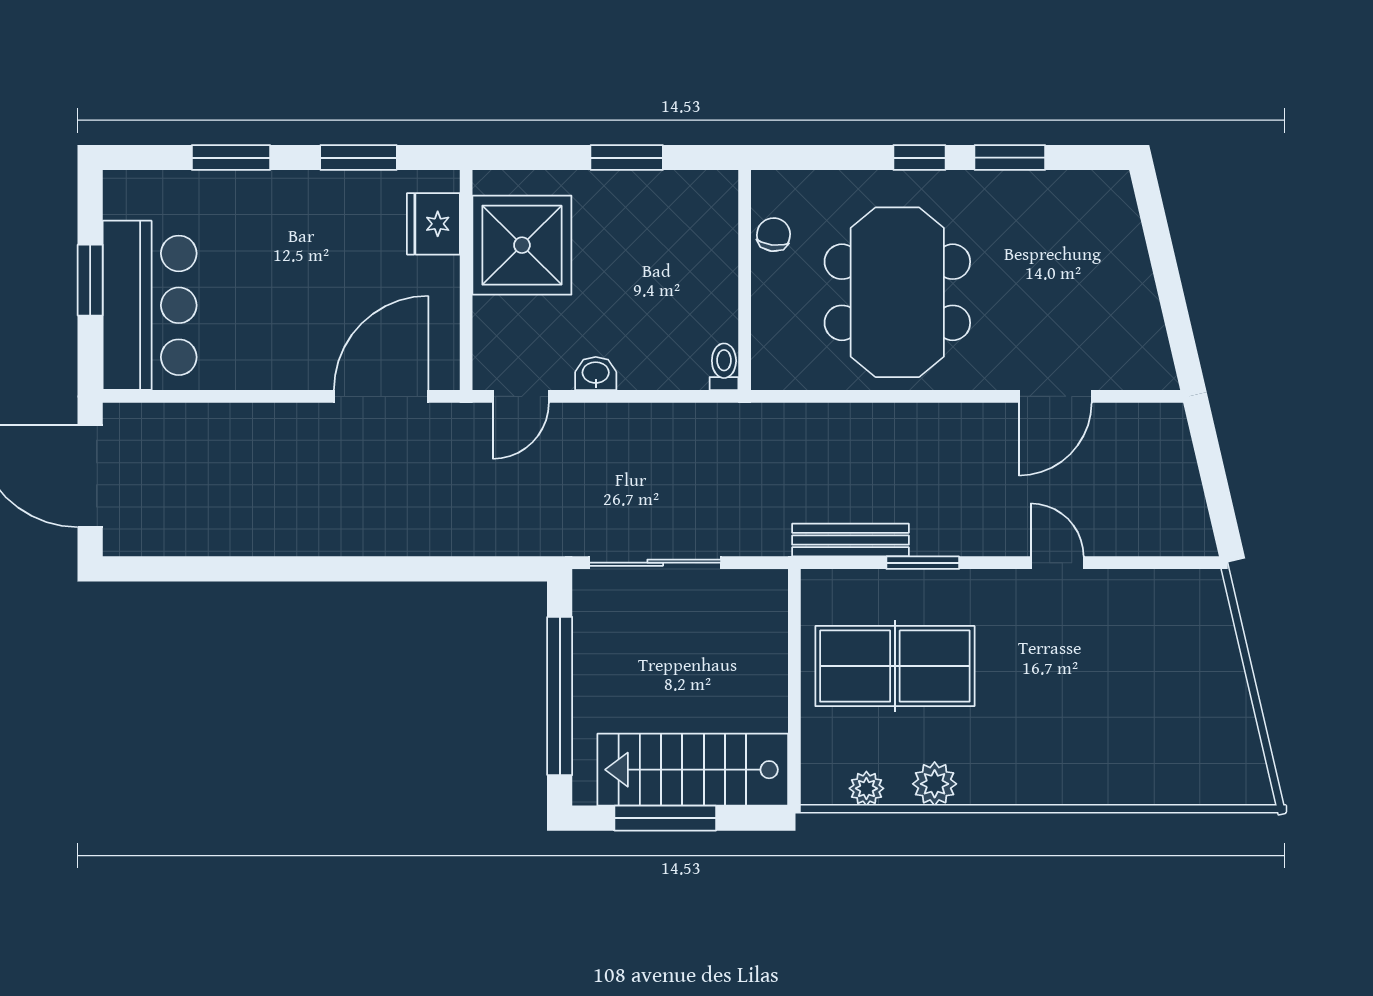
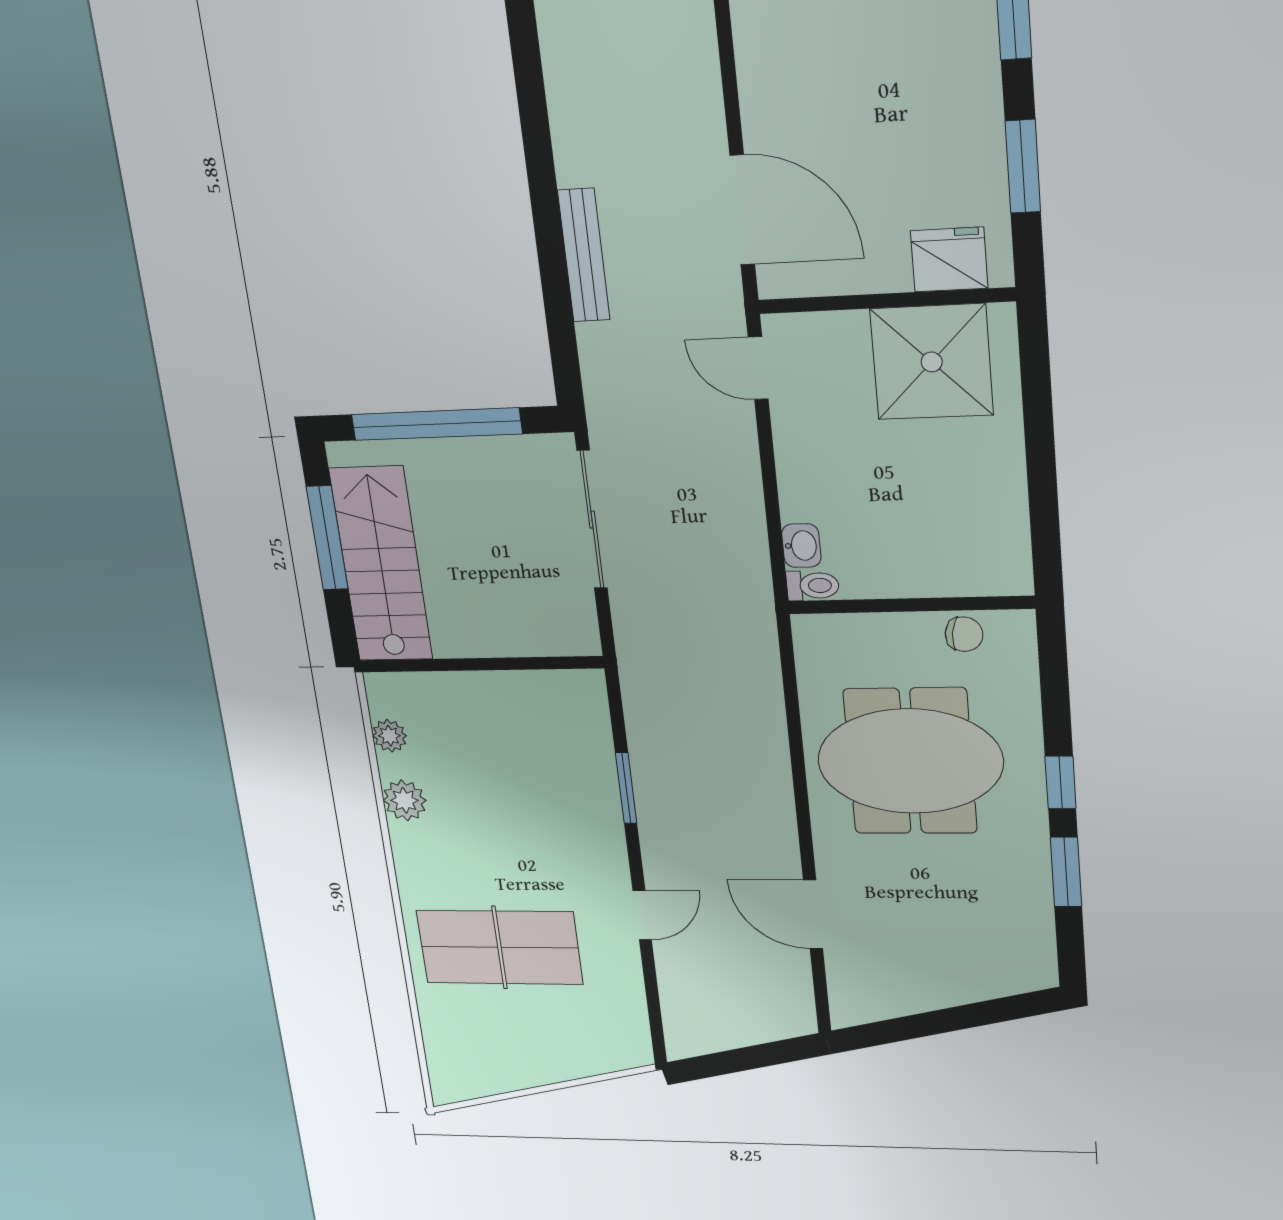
window: (627, 158) -> (1042, 475), removed
washbasin: (596, 374) -> (801, 546), moved
bench: (850, 540) -> (584, 255), moved
table tennis table: (895, 666) -> (499, 947), moved, turned 90

